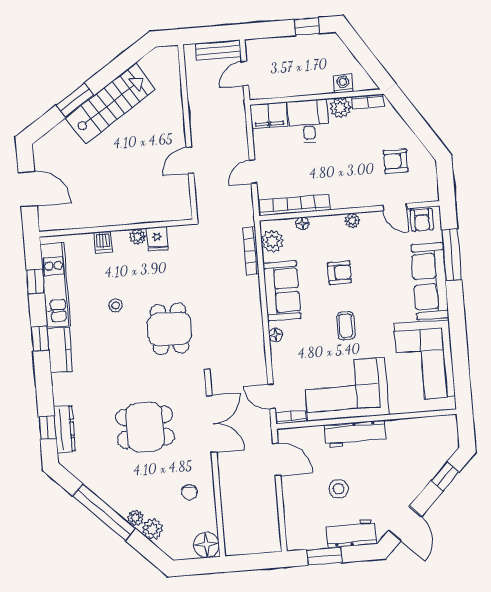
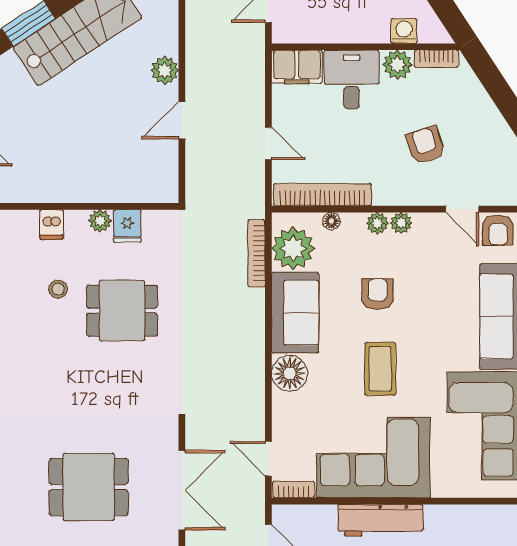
plant: (175, 126) -> (165, 70), added
armchair: (396, 161) -> (425, 145), moved, turned 73
door: (253, 172) -> (268, 143), swing flipped
plant: (335, 222) -> (377, 223), added
plant: (272, 241) -> (293, 248), width x1.36, depth x1.36
armchair: (340, 273) -> (378, 294), turned -90
stool: (116, 305) -> (58, 289), moved
coffee table: (346, 326) -> (380, 369), width x1.36, depth x1.30
dining table: (169, 329) -> (122, 311), moved, turned 90
floor lamp: (276, 335) -> (290, 373), width x1.89, depth x1.89

